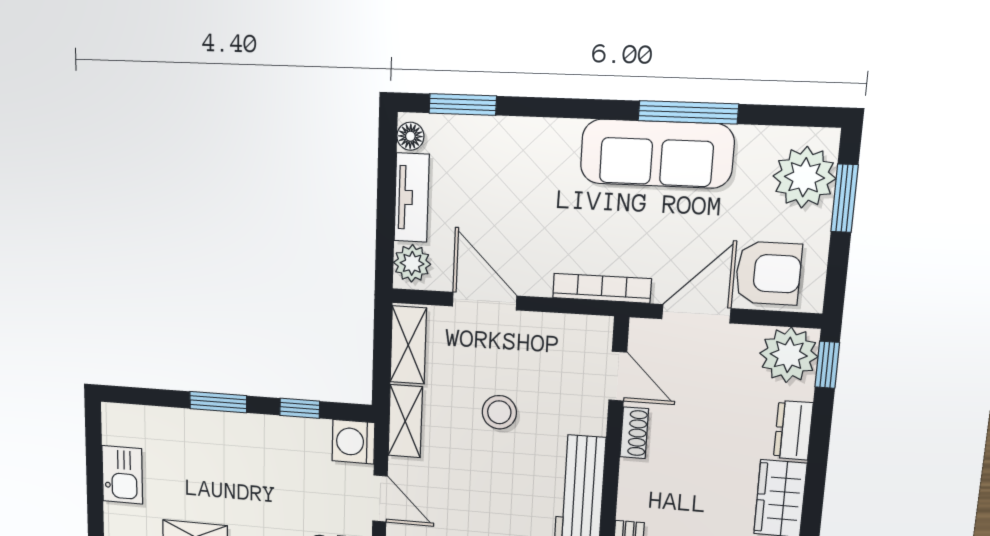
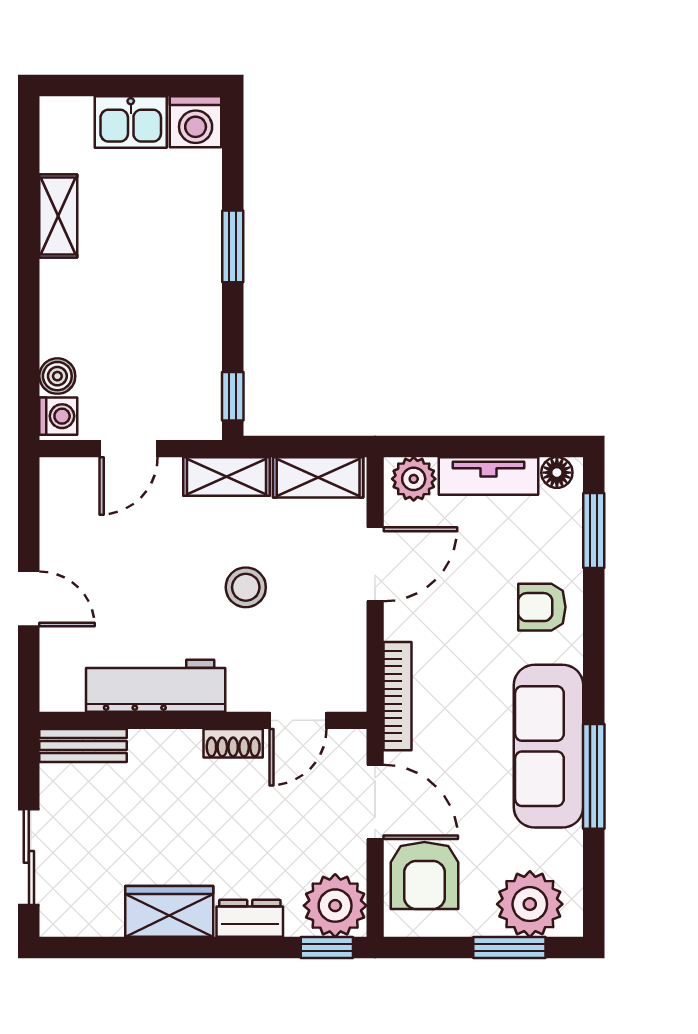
armchair: (529, 155) -> (542, 607), added
window: (300, 408) -> (233, 396), moved
washing machine: (353, 442) -> (196, 122), moved, turned 180

